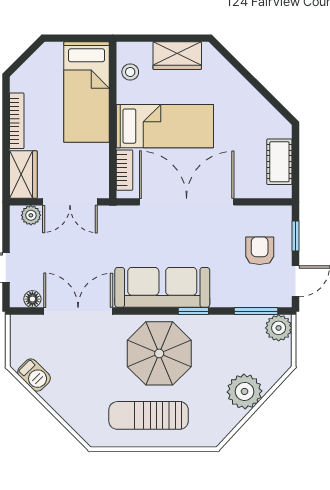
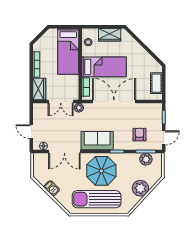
plant: (31, 215) -> (79, 108), moved
armchair: (260, 251) -> (139, 135), moved
sofa: (162, 287) -> (97, 141), width x0.73
double door: (78, 311) -> (64, 151), swing flipped
plant: (279, 328) -> (146, 159), moved
barbecue: (34, 375) -> (52, 188), moved
sun lounger: (149, 415) -> (97, 199), width x1.36, depth x1.34

